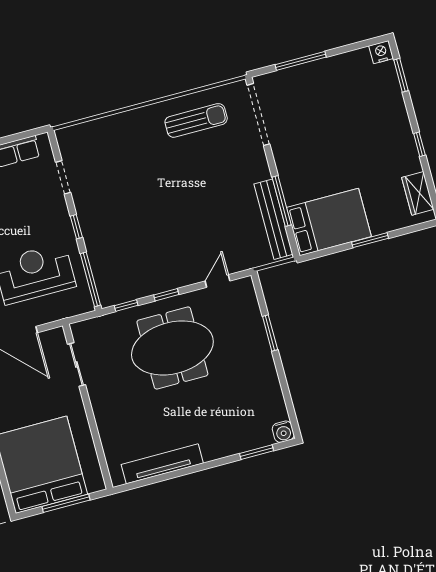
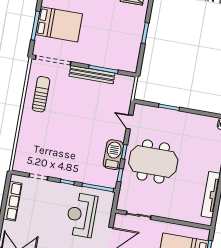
bench: (273, 219) -> (92, 75), moved
bed: (329, 222) -> (59, 24), moved, turned 90
barbecue: (154, 280) -> (113, 155), added
meeting table: (172, 348) -> (153, 161), turned 90

